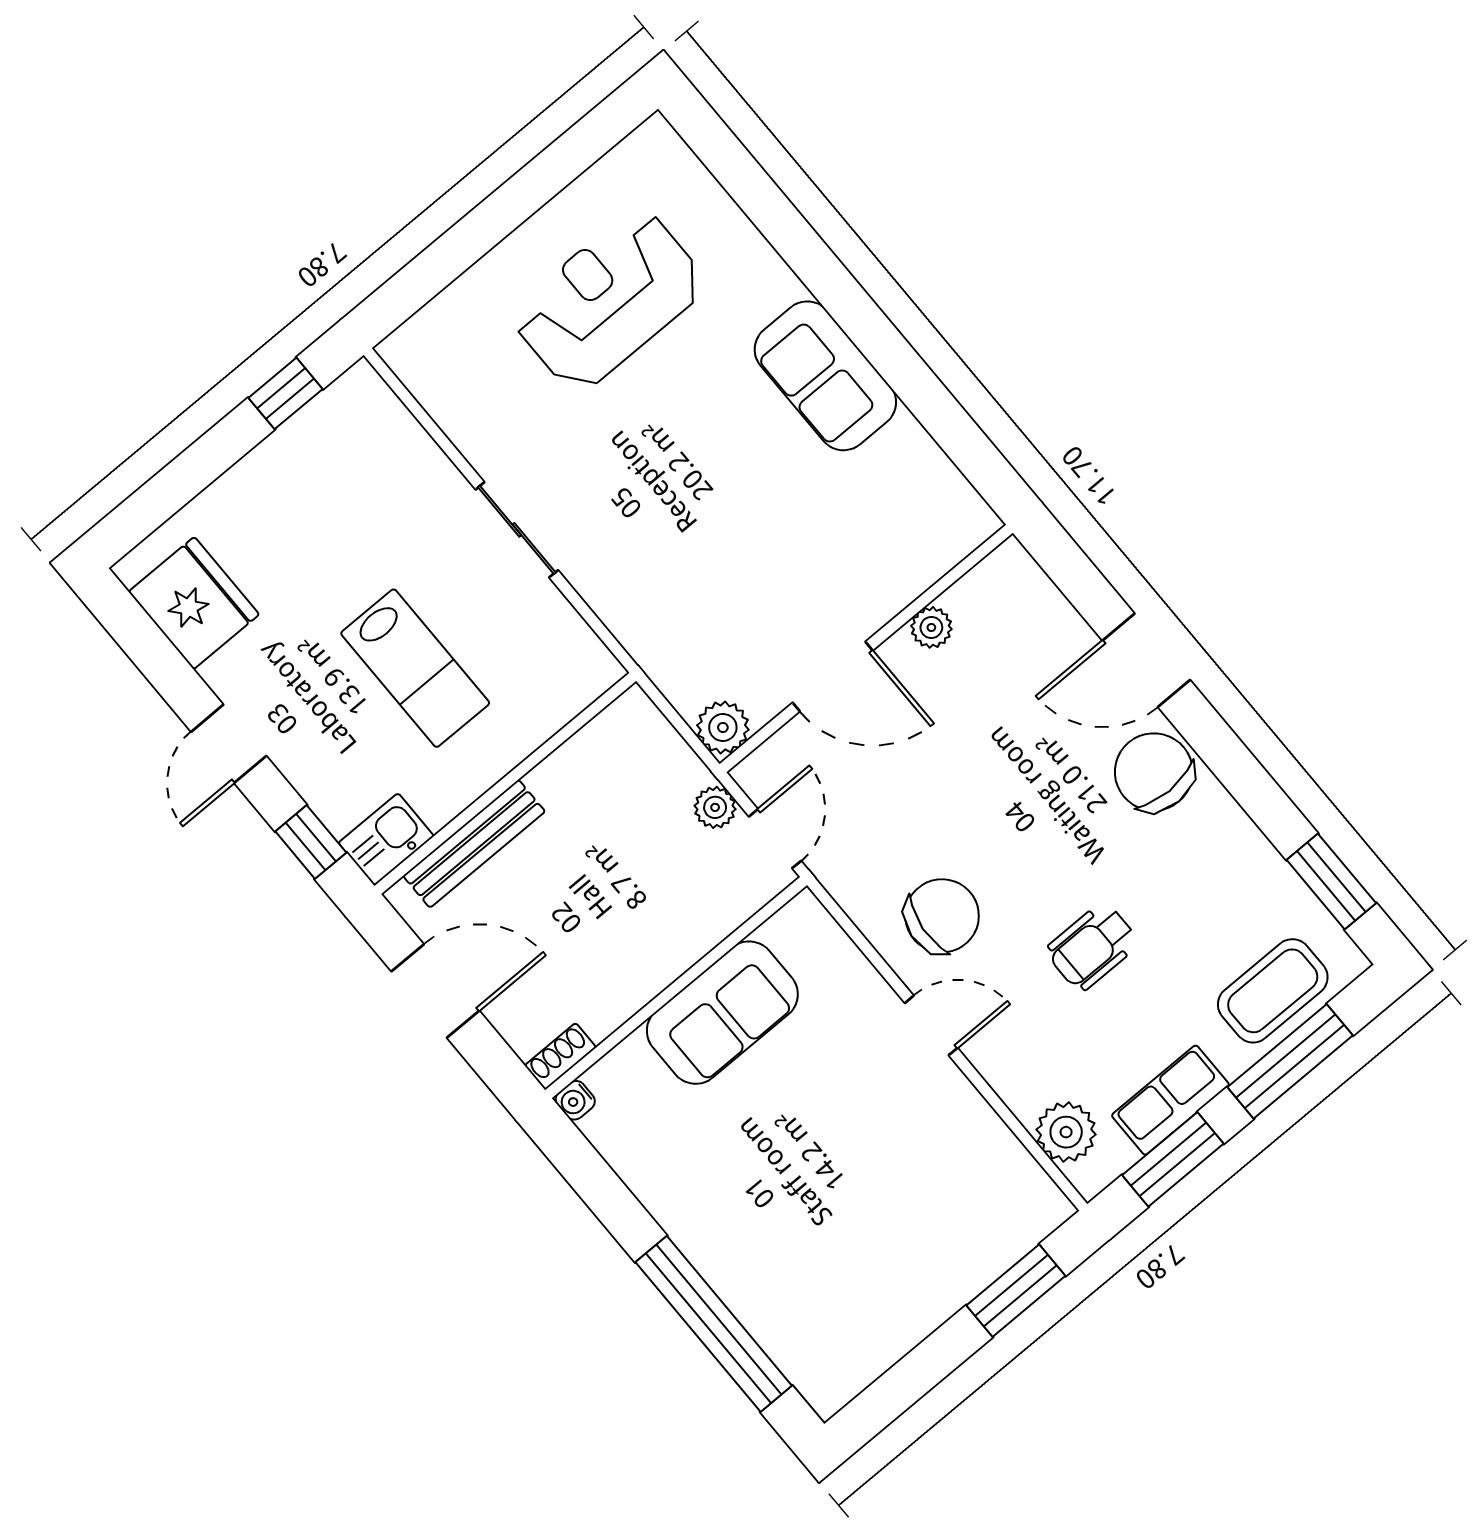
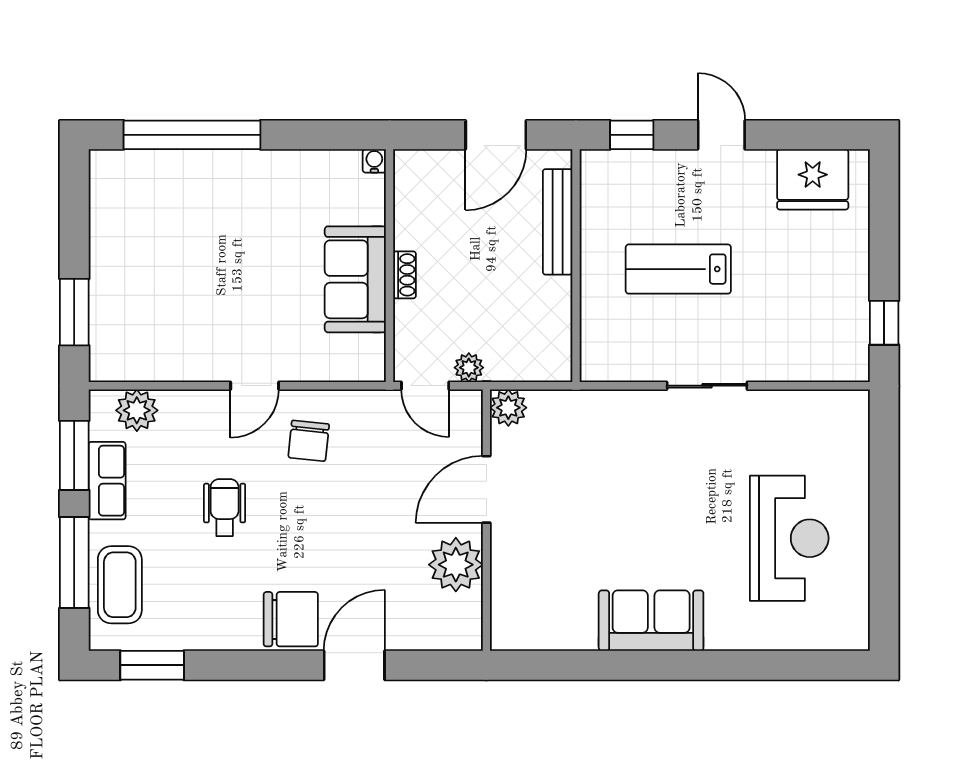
plant: (931, 627) -> (456, 565), width x1.88, depth x1.88
kitchen sink: (386, 839) -> (599, 177), removed
chair: (942, 916) -> (309, 441), width x0.73, depth x0.73
shoe rack: (560, 1056) -> (405, 275), moved

